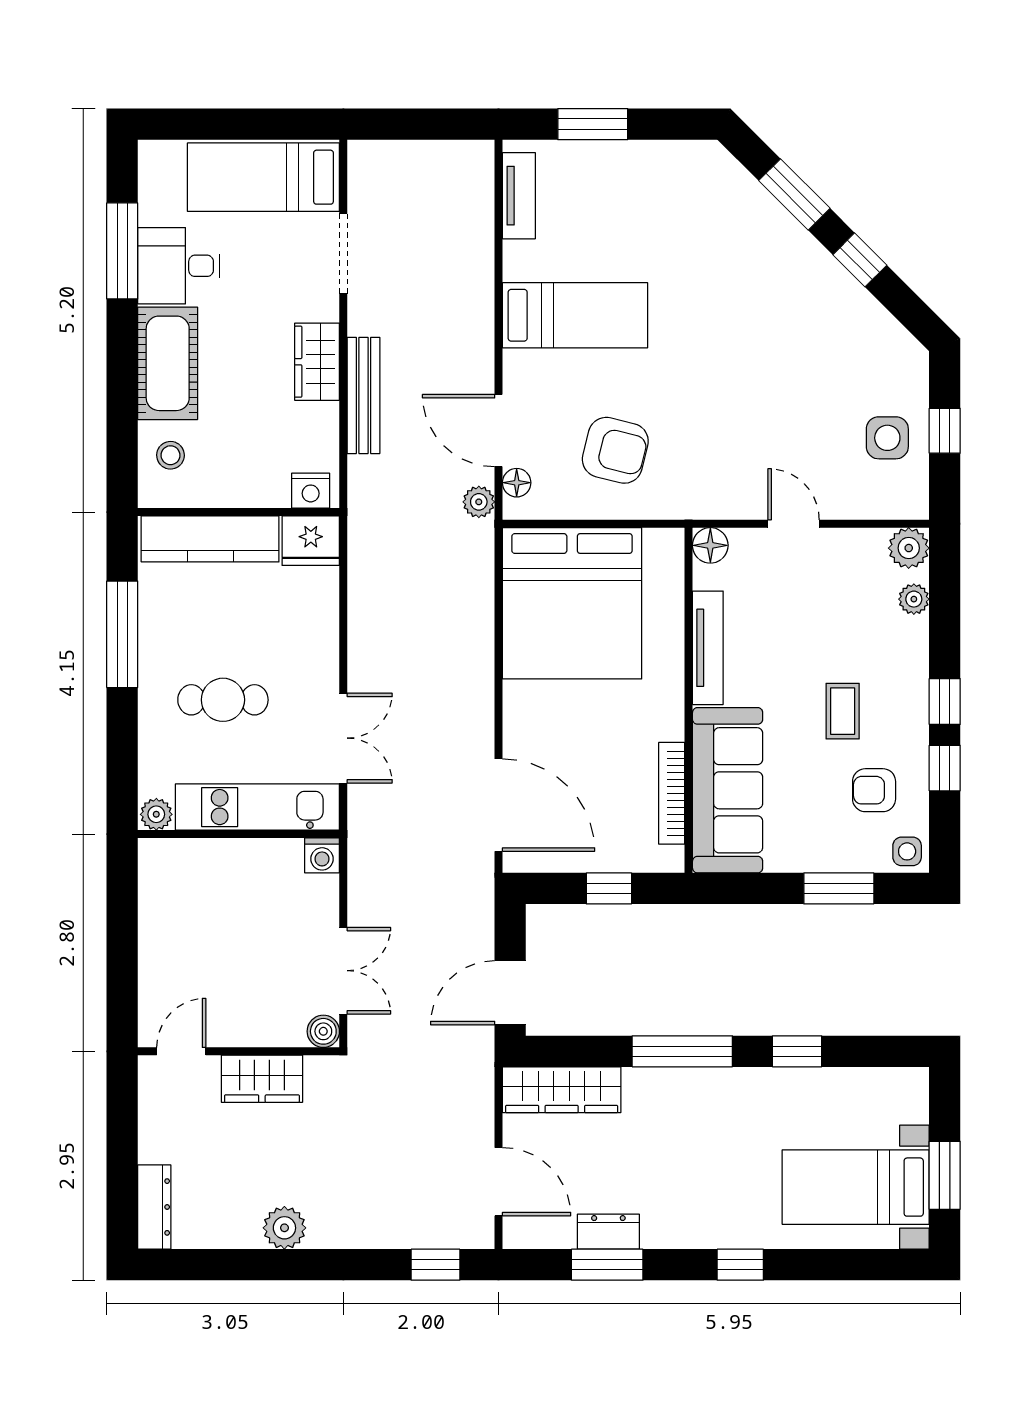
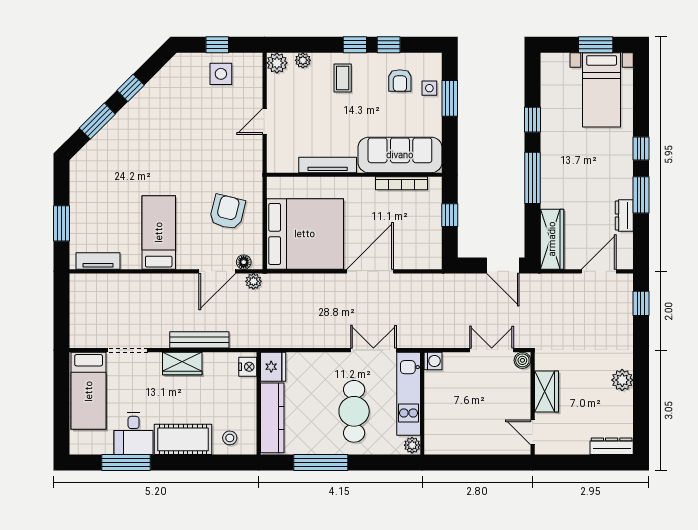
floor lamp: (710, 545) -> (276, 164), removed
cafe table: (223, 700) -> (354, 411), width x1.37, depth x1.35
coffee table: (843, 711) -> (343, 78), moved, turned 90
door: (499, 805) -> (370, 271), moved
side table: (907, 851) -> (429, 88), moved
window: (607, 1265) -> (641, 195), moved

